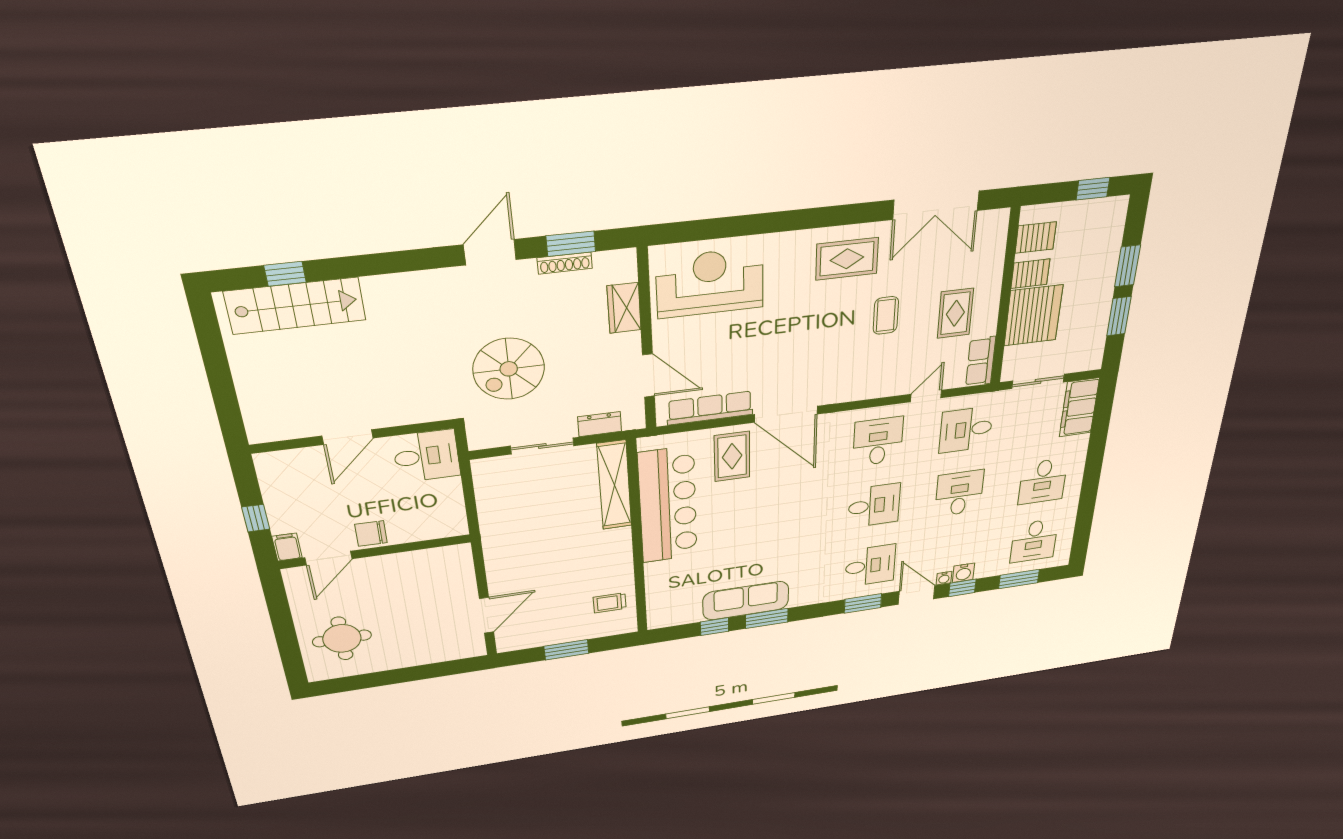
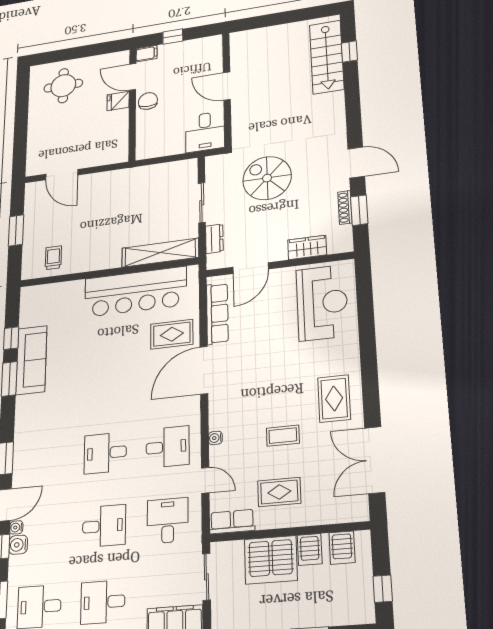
water cooler: (876, 391) -> (215, 438), added
desk: (874, 506) -> (105, 453), turned 90
desk: (870, 566) -> (44, 459), removed
fridge: (370, 569) -> (118, 101), added

